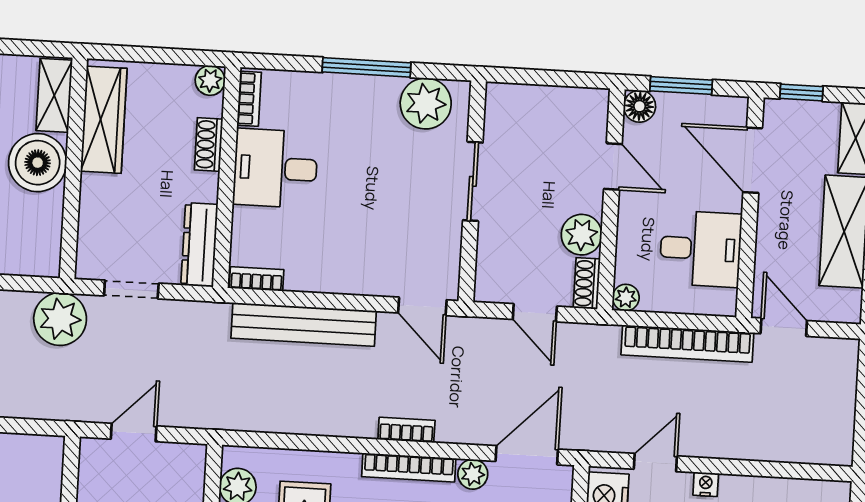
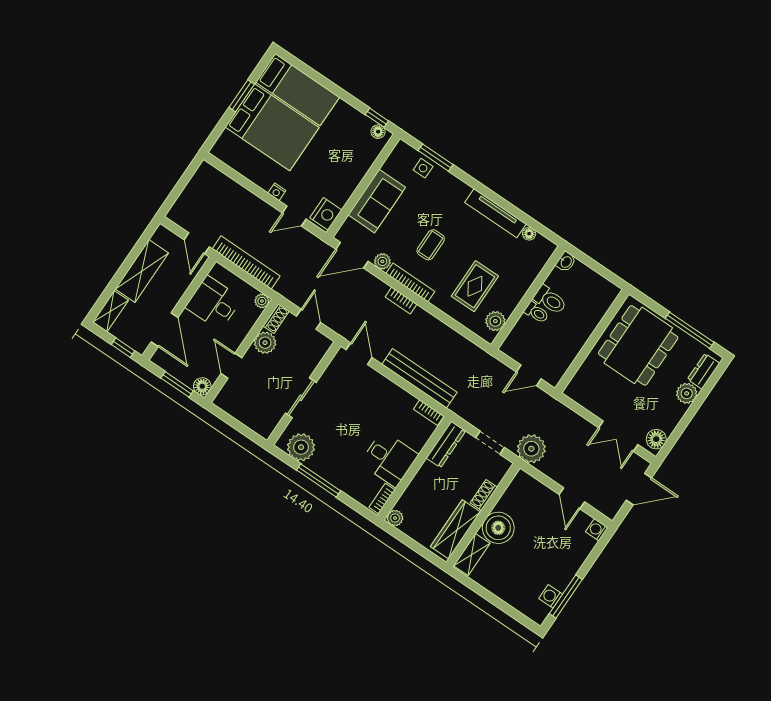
shoe rack: (209, 144) -> (484, 495), moved, turned 180

